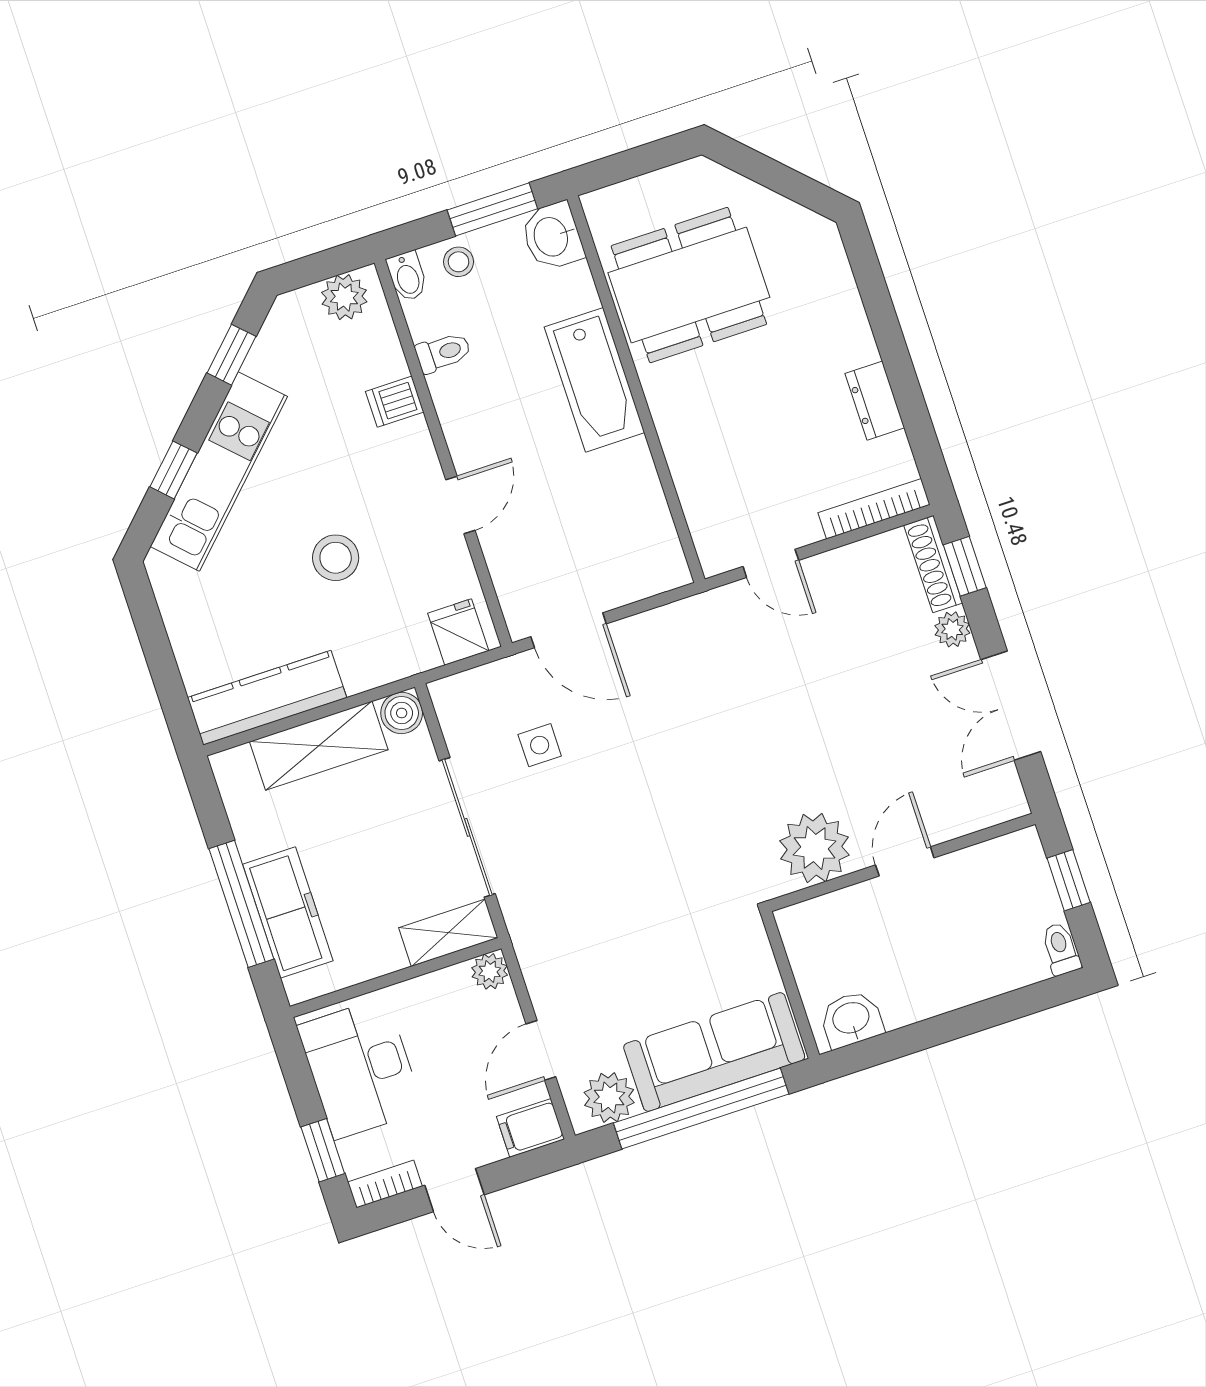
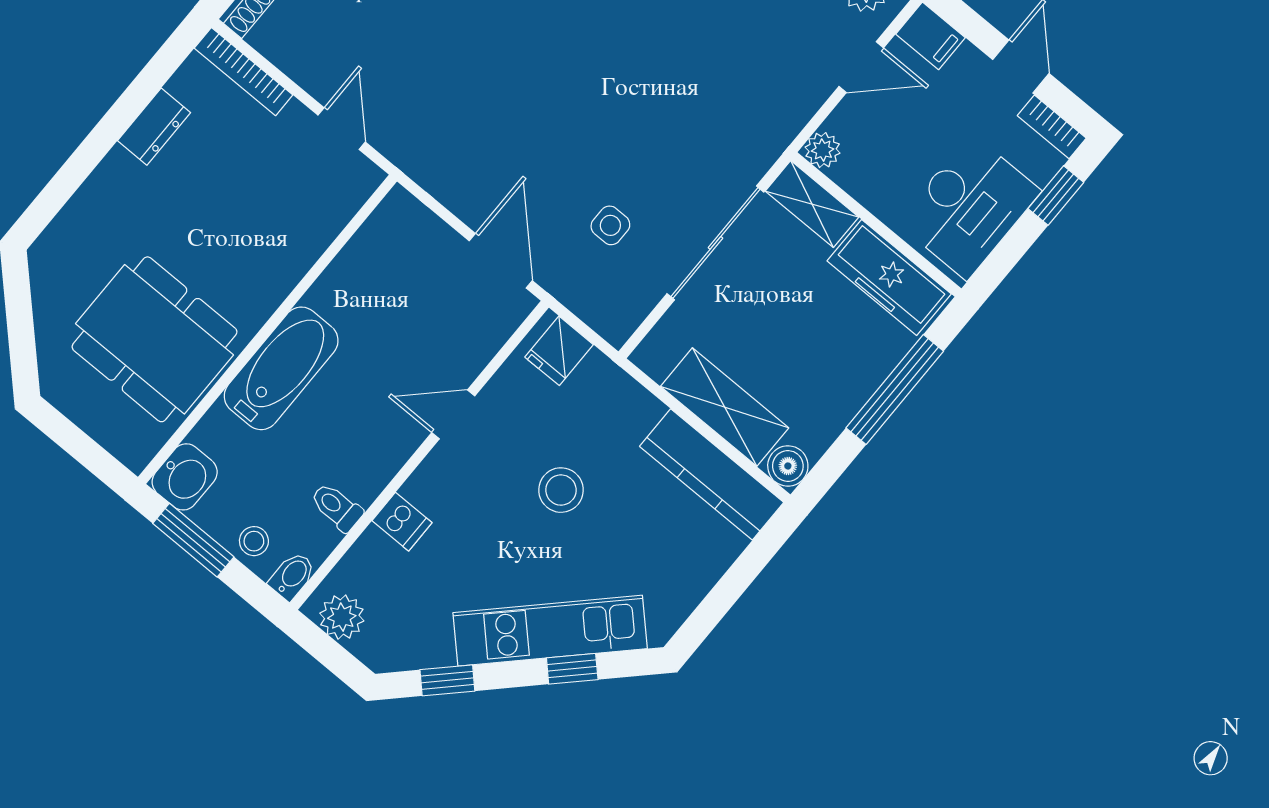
boiler: (402, 713) -> (788, 466), moved
freezer: (288, 912) -> (889, 277), moved, turned -90

